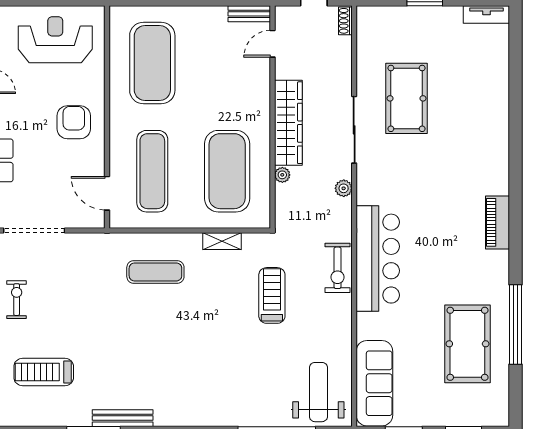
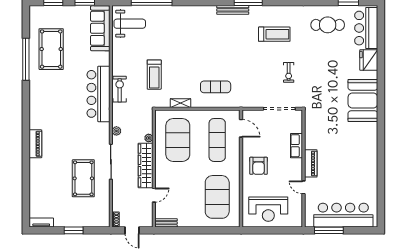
door: (272, 44) -> (154, 195), moved
piano: (498, 222) -> (35, 144), moved
weight bench: (318, 392) -> (130, 24), turned -90

